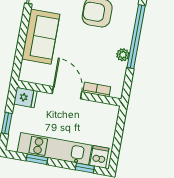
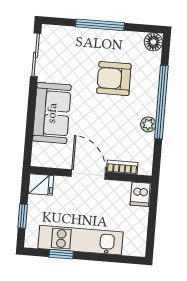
dishwasher: (99, 157) -> (140, 194), moved, turned 180
window: (85, 168) -> (117, 259), removed

